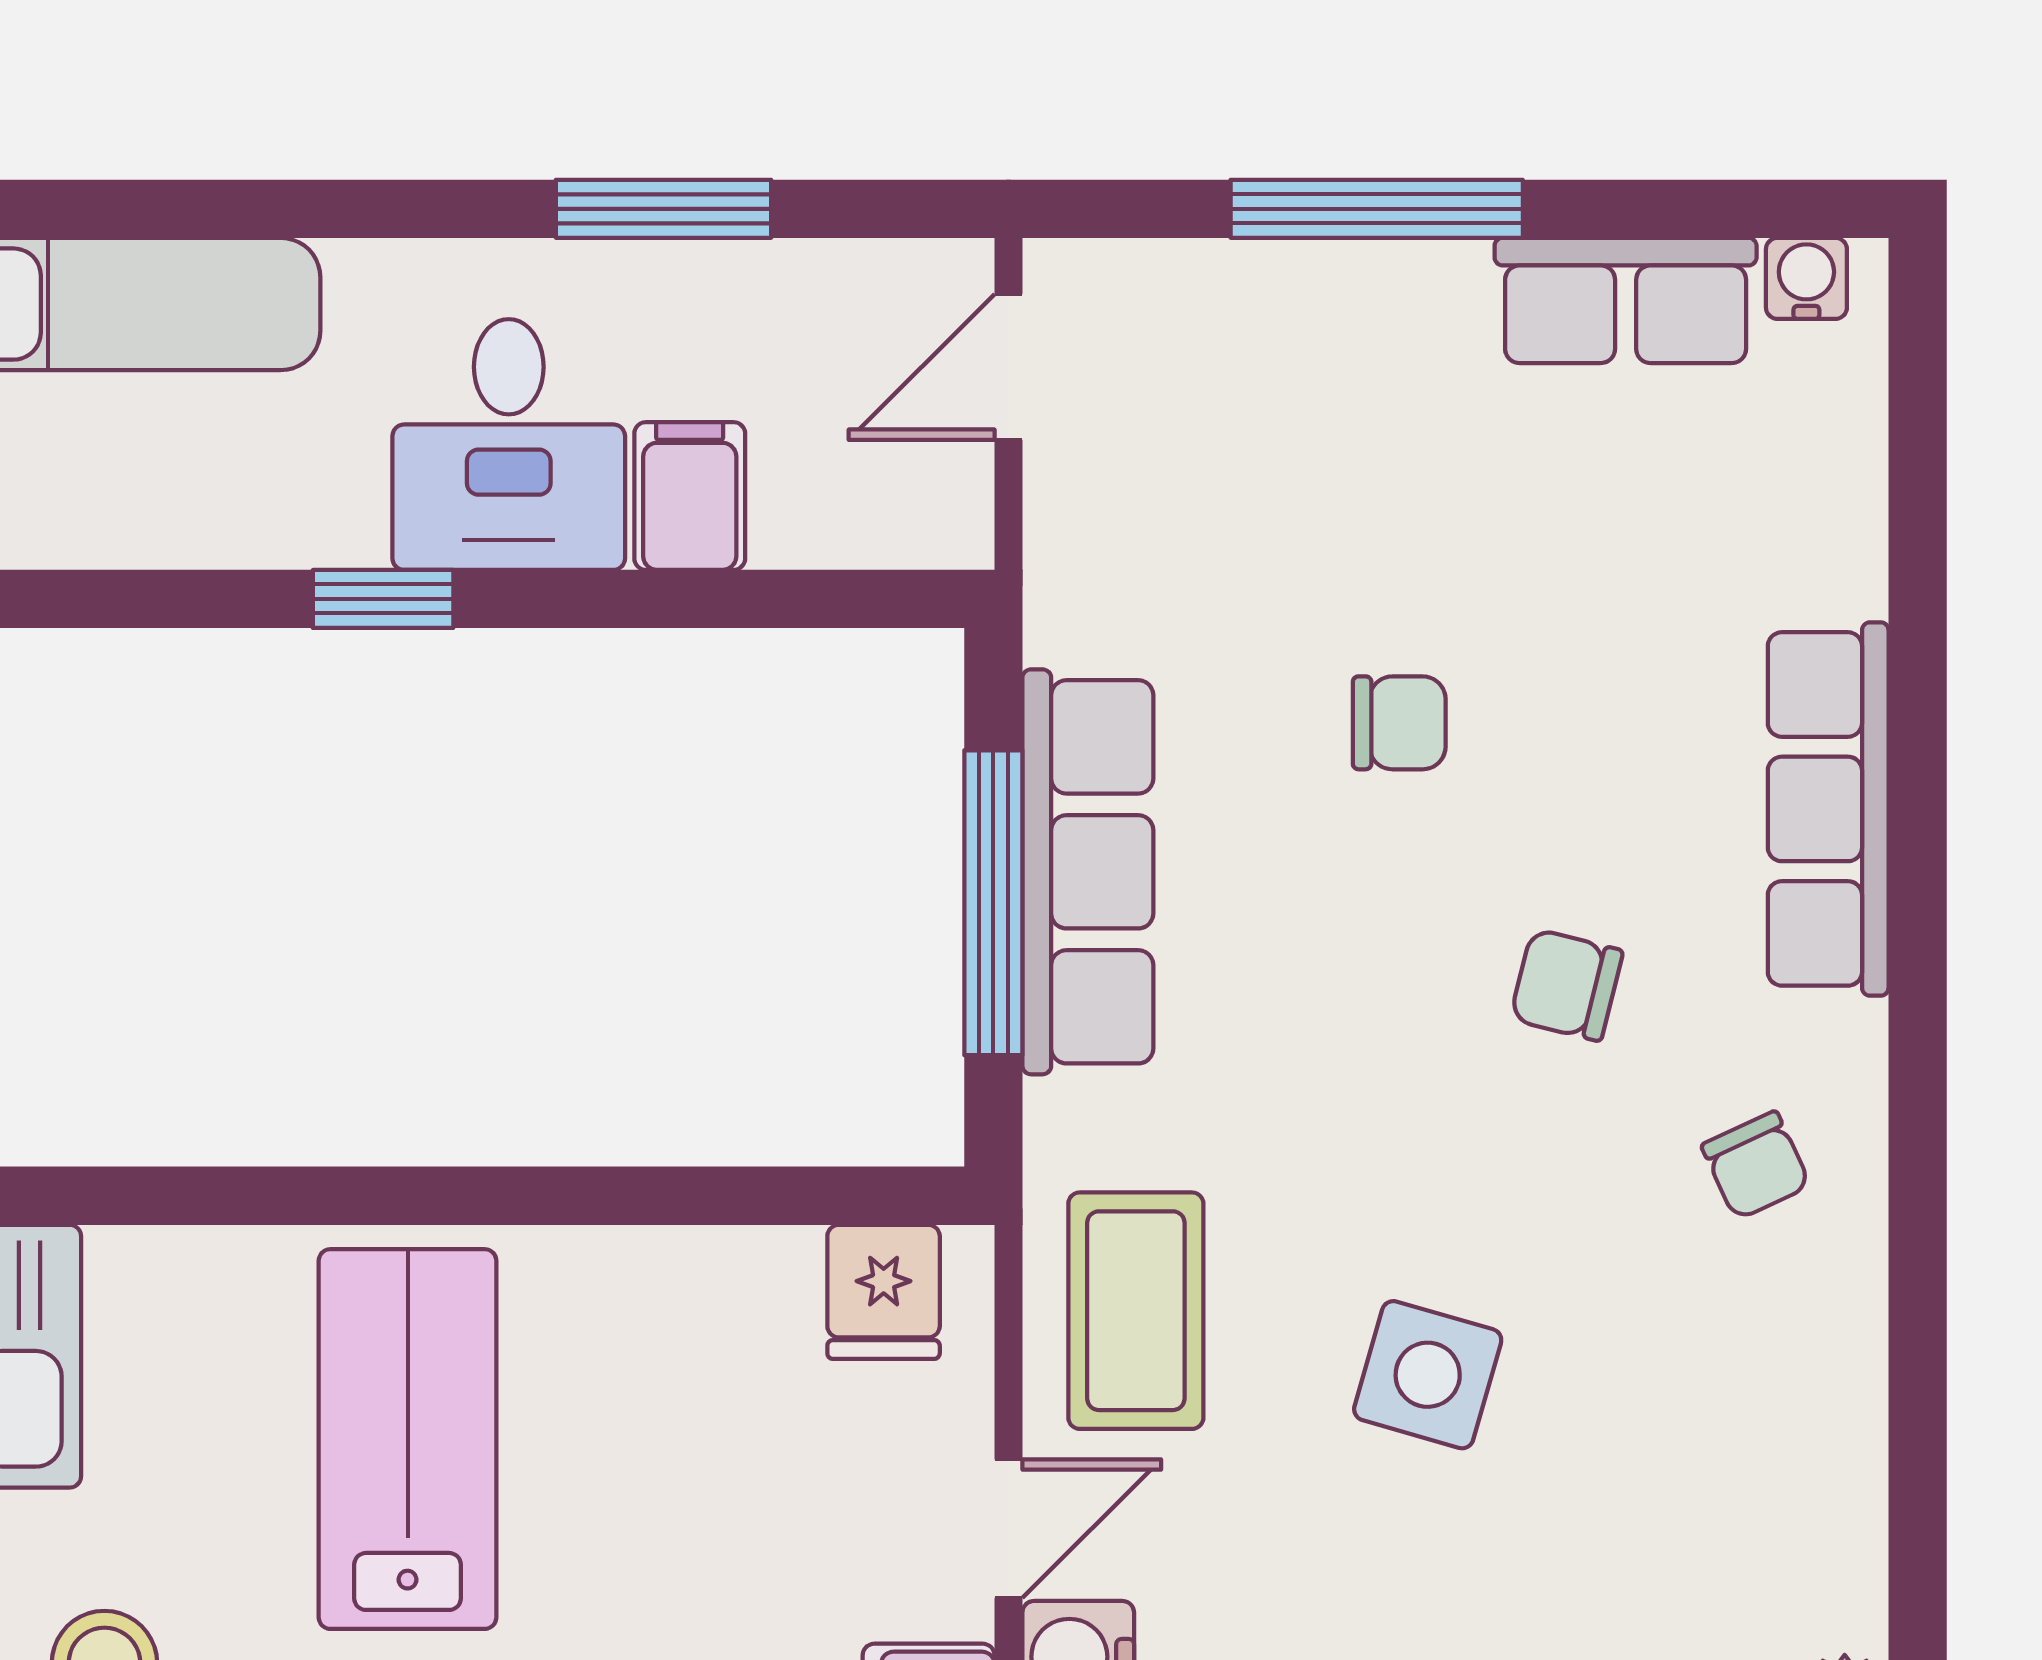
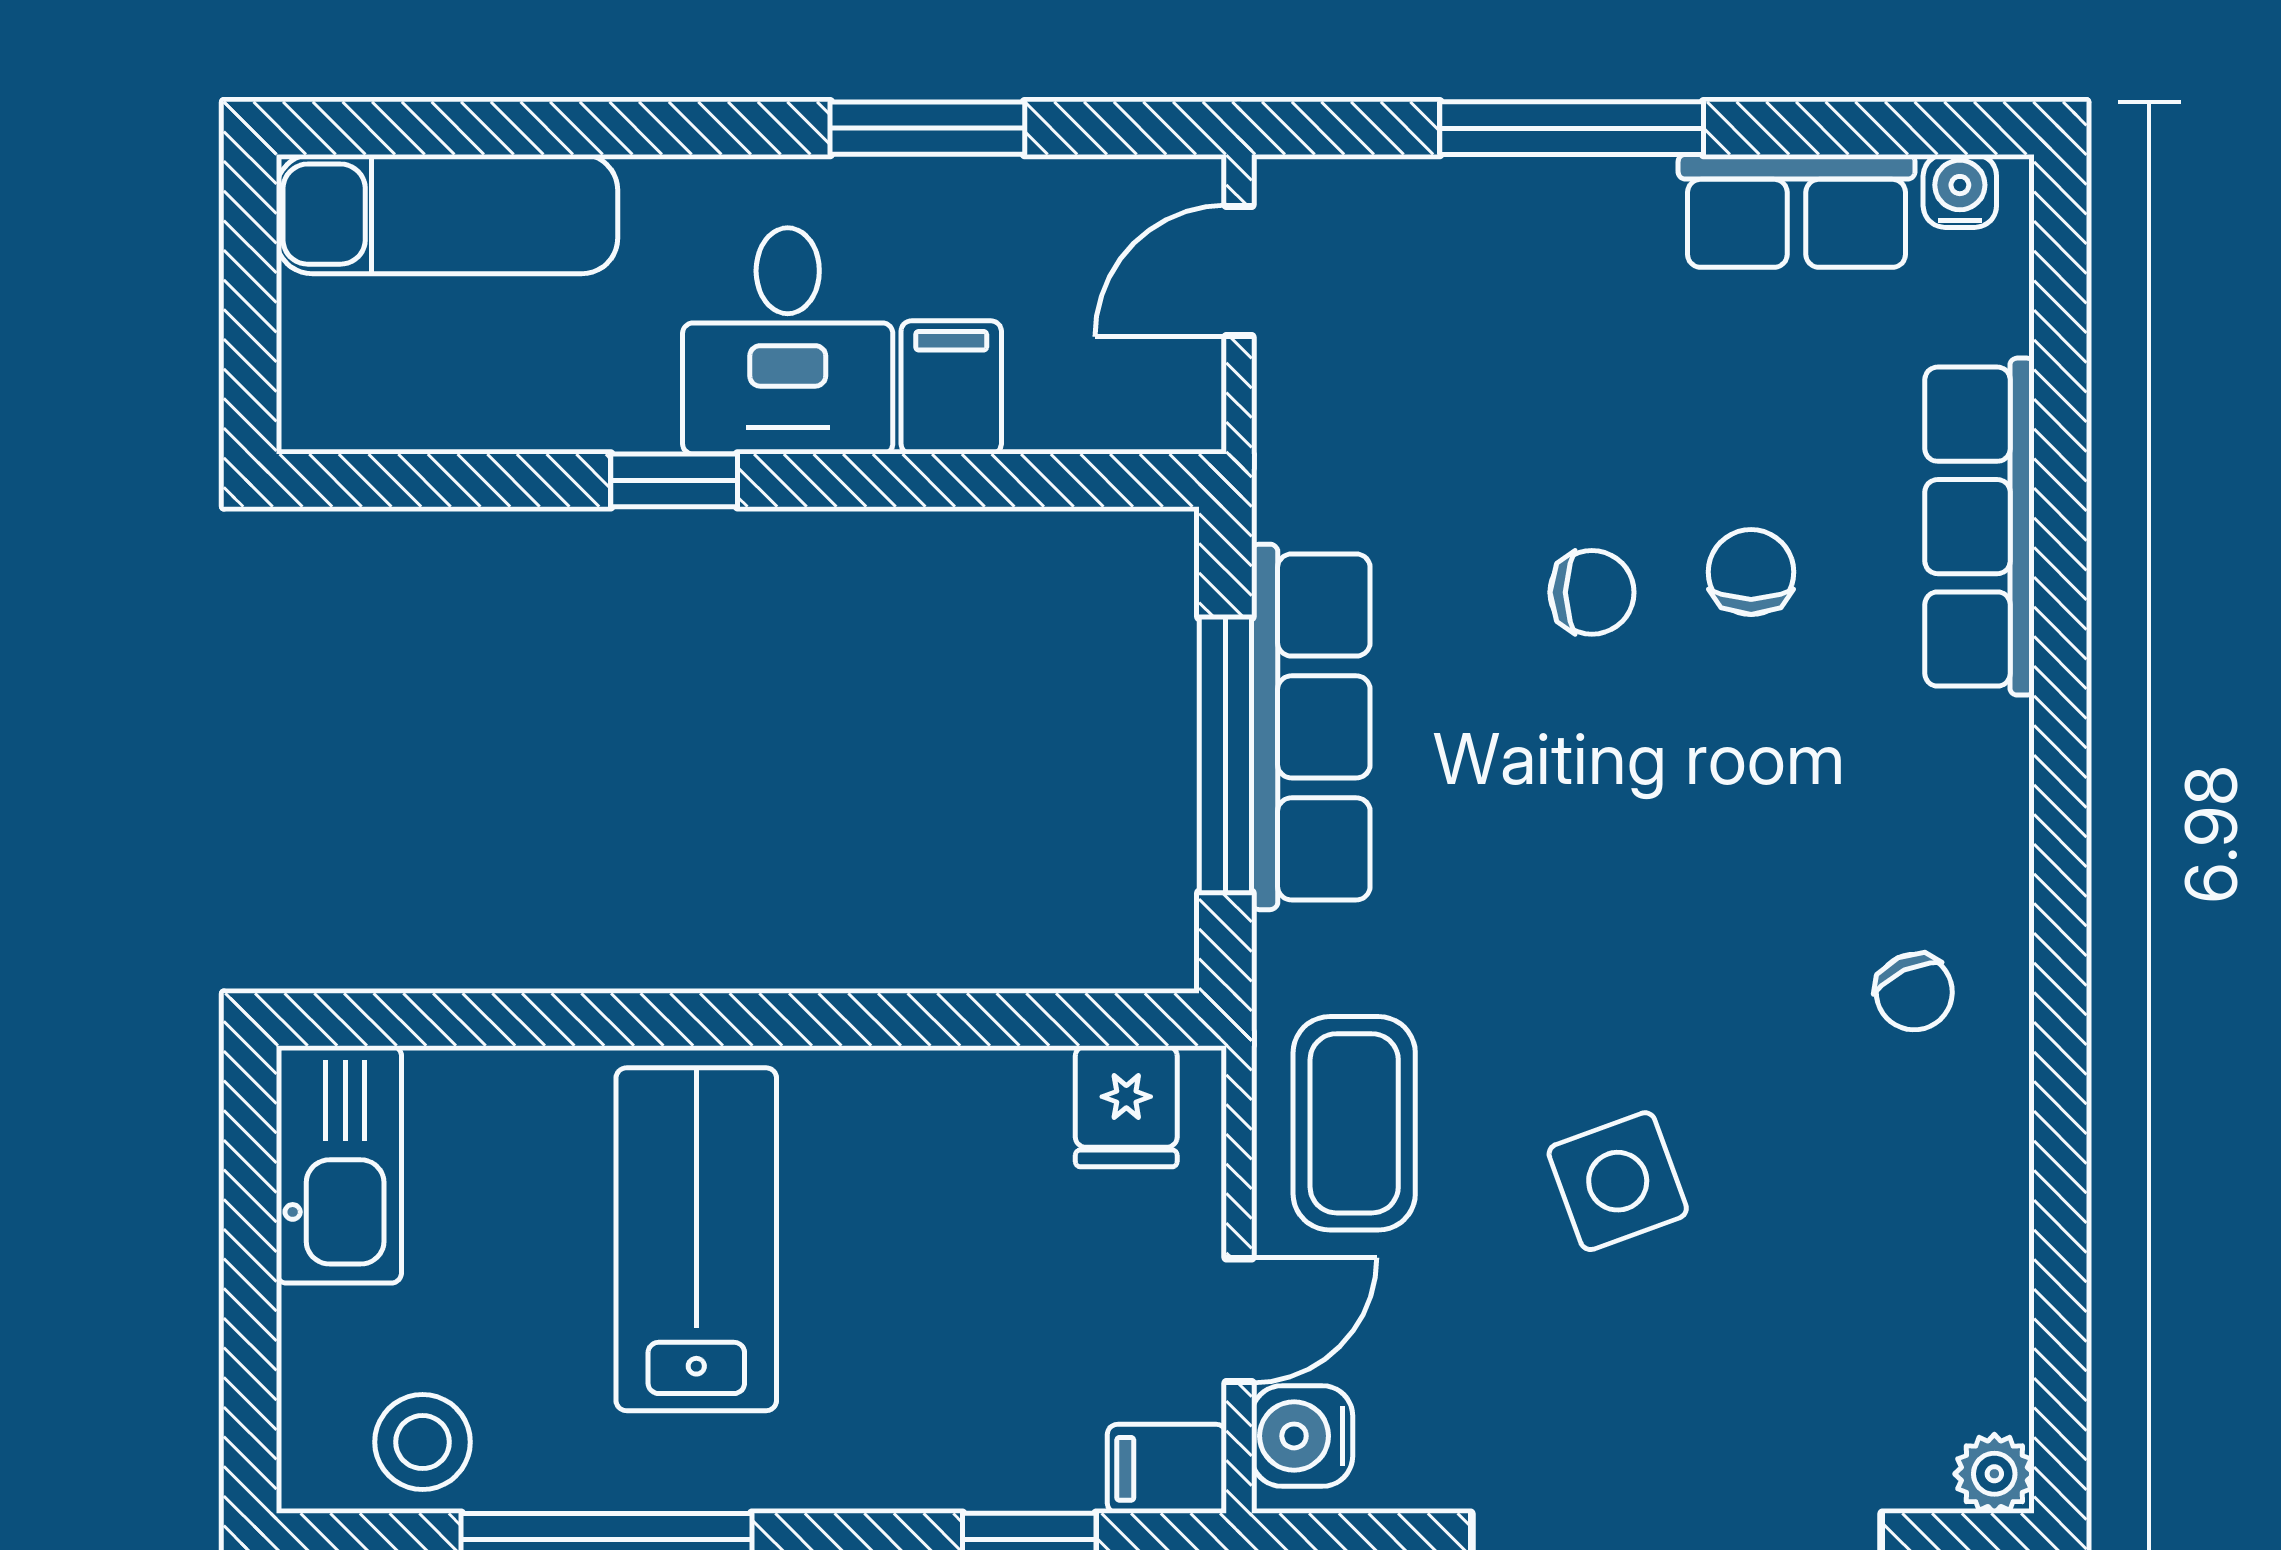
row of seats: (1828, 809) -> (1979, 527), moved
chair: (1566, 985) -> (1751, 572), moved, turned 76
side table: (1428, 1375) -> (1618, 1181), turned -36

